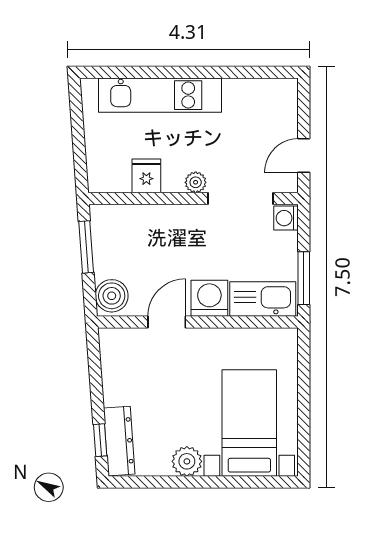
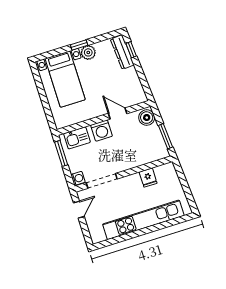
kitchen unit: (160, 95) -> (143, 220), width x1.36
plant: (196, 182) -> (125, 182), removed
kitchen sink: (263, 299) -> (77, 138), width x0.73
door: (167, 322) -> (118, 113), swing flipped
window: (200, 482) -> (79, 45), added

